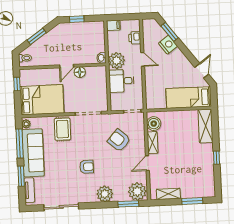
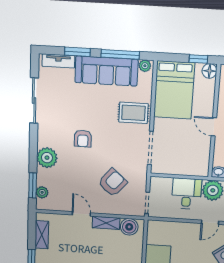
floor lamp: (80, 72) -> (209, 71), moved
plant: (137, 191) -> (42, 192), width x0.53, depth x0.53

